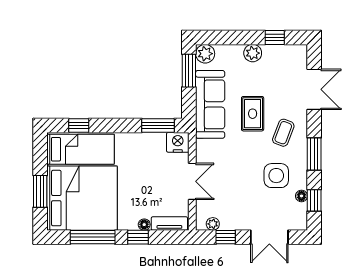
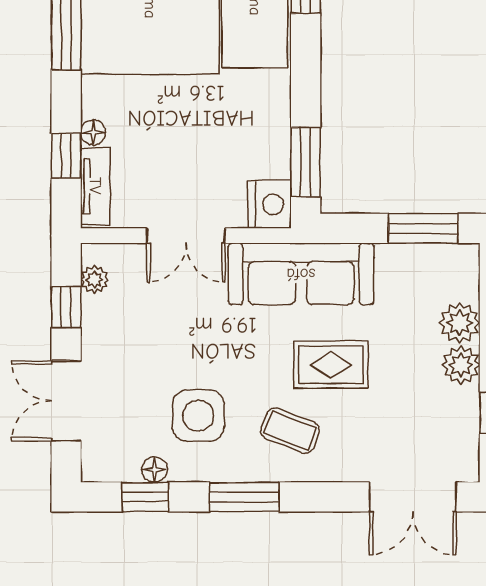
plant: (205, 54) -> (460, 323), moved
double door: (314, 89) -> (413, 497), moved
sofa: (210, 104) -> (301, 274), moved
window: (138, 237) -> (66, 156), moved

